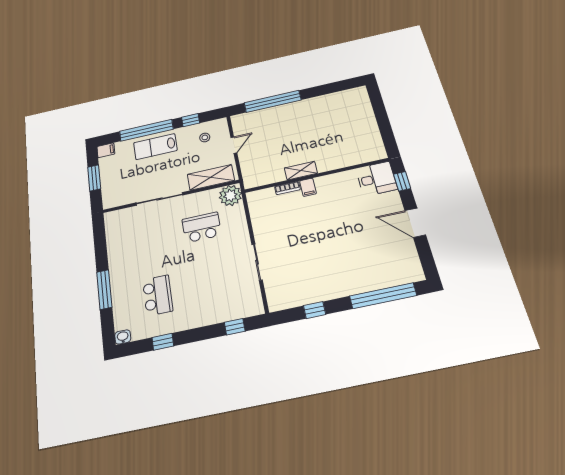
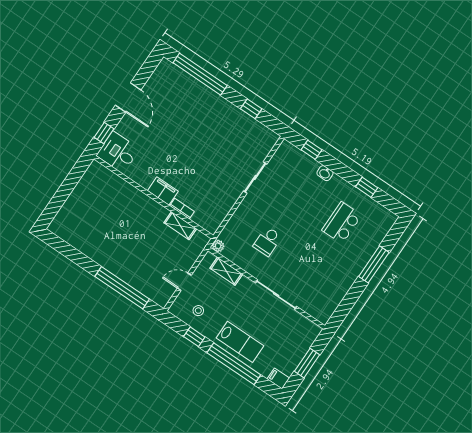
shelving: (301, 171) -> (180, 226), moved
shelving: (211, 177) -> (226, 271), width x0.67, depth x0.75
filing cabinet: (308, 187) -> (163, 191), width x2.00
plant: (230, 195) -> (218, 246), width x0.53, depth x0.53
school desk: (202, 227) -> (267, 241), width x0.54
washbasin: (123, 337) -> (325, 173), moved

